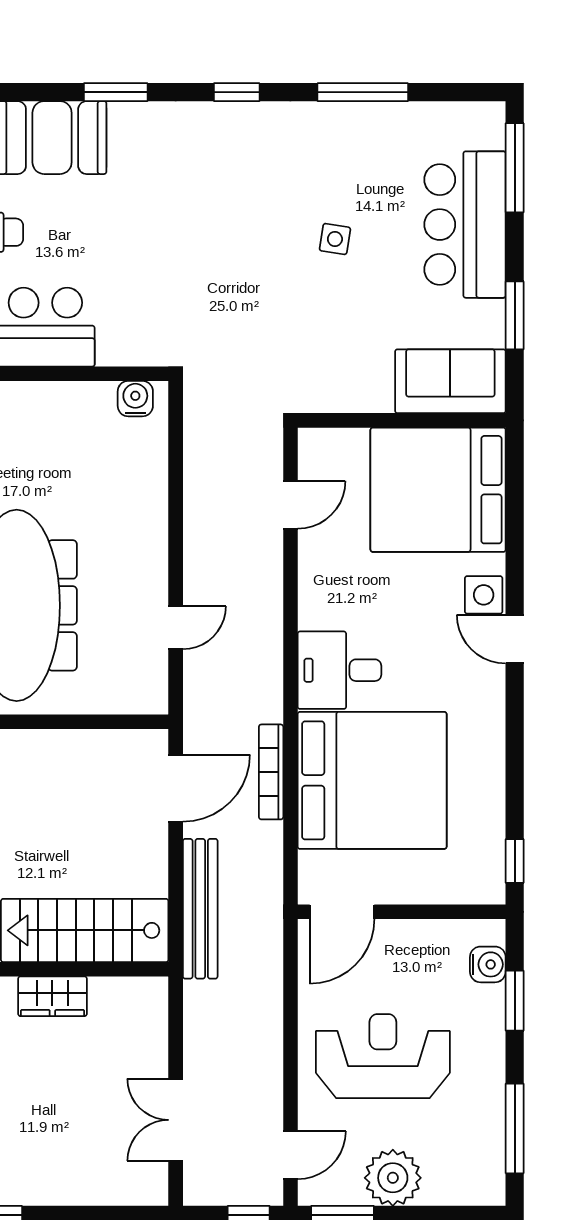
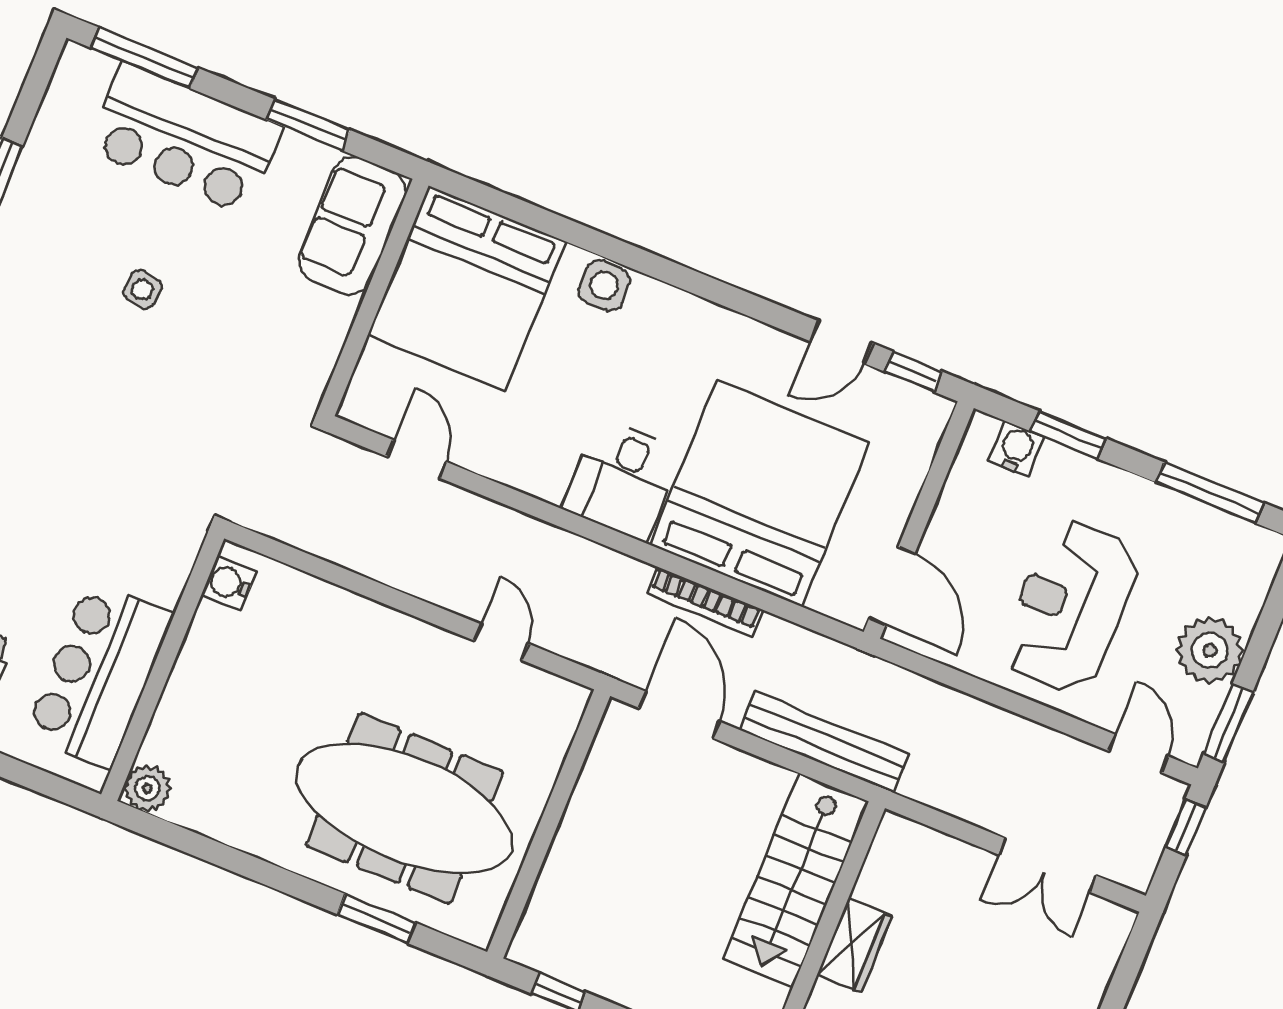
door: (515, 639) -> (841, 342), moved

